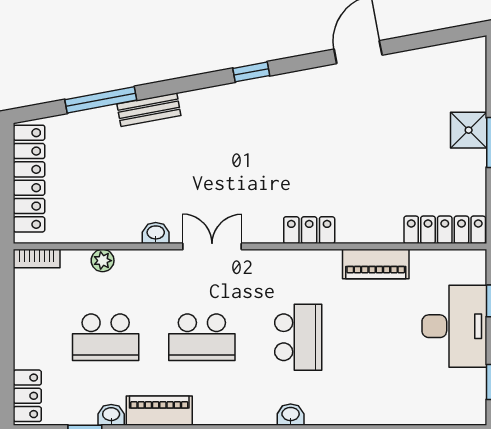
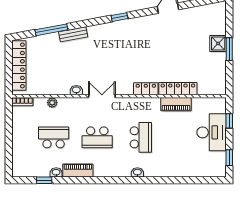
locker: (445, 230) -> (178, 89), moved
school desk: (106, 337) -> (54, 137), turned 180
locker: (27, 396) -> (18, 164), removed

